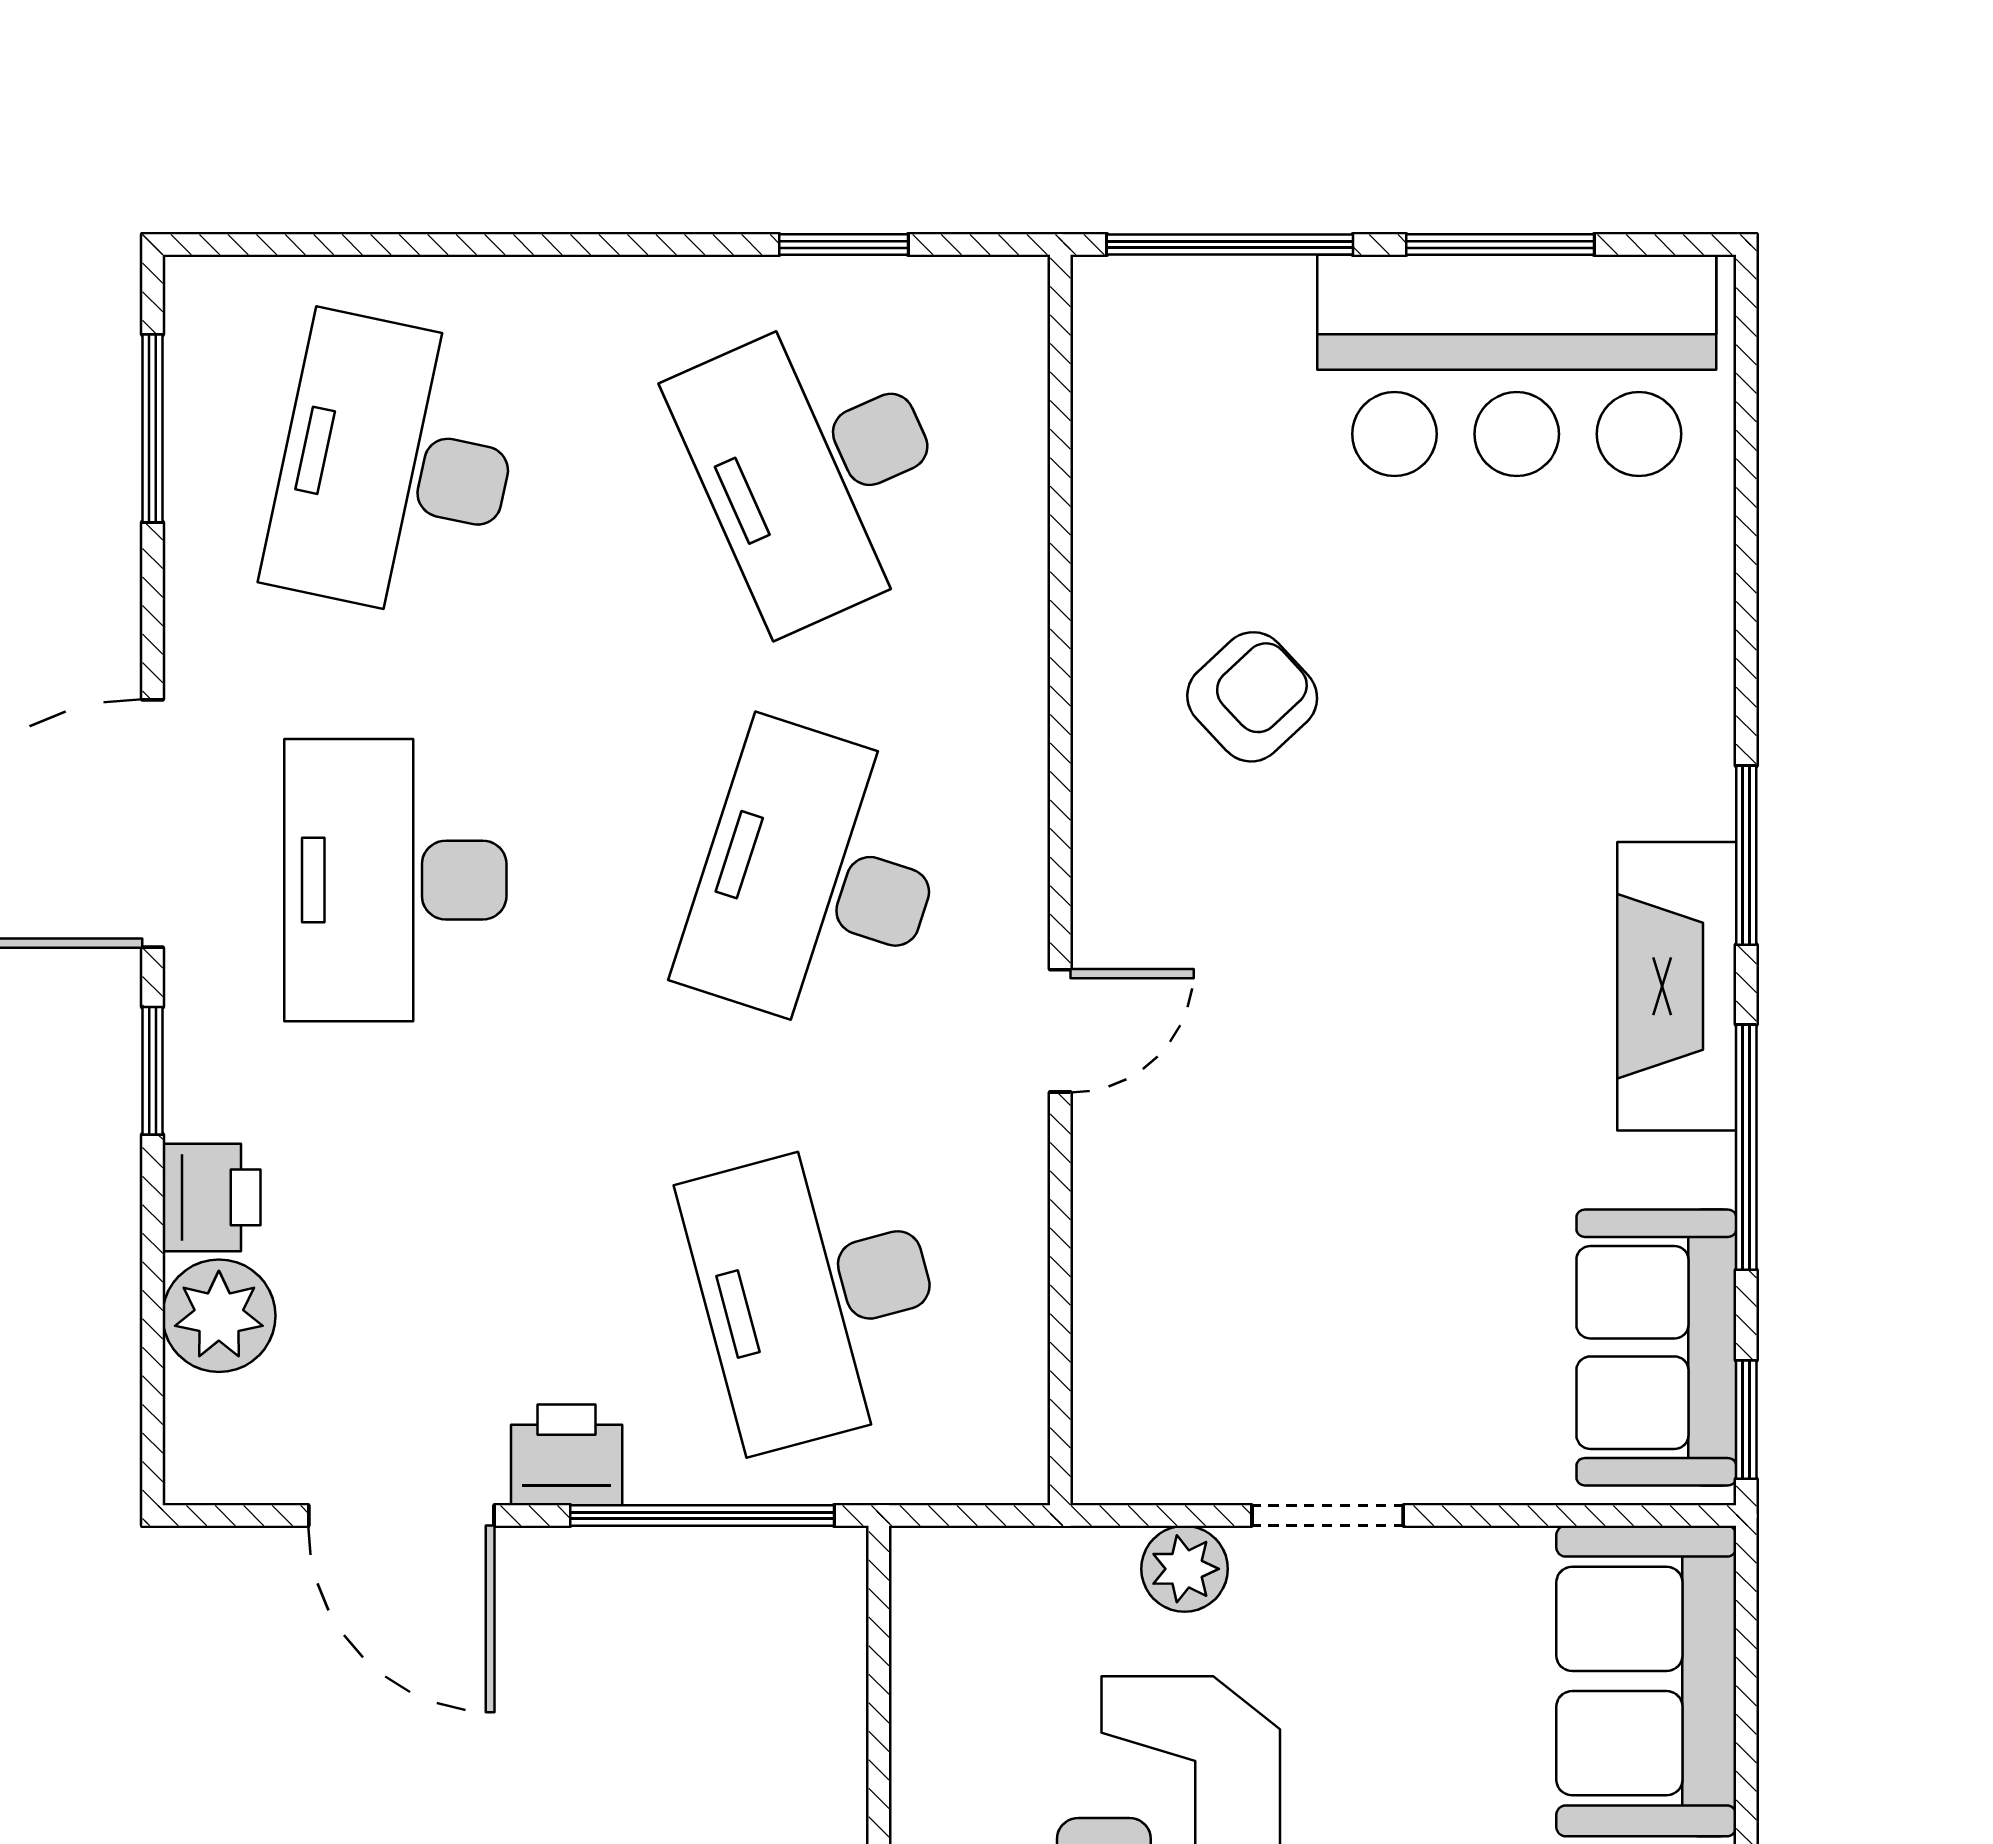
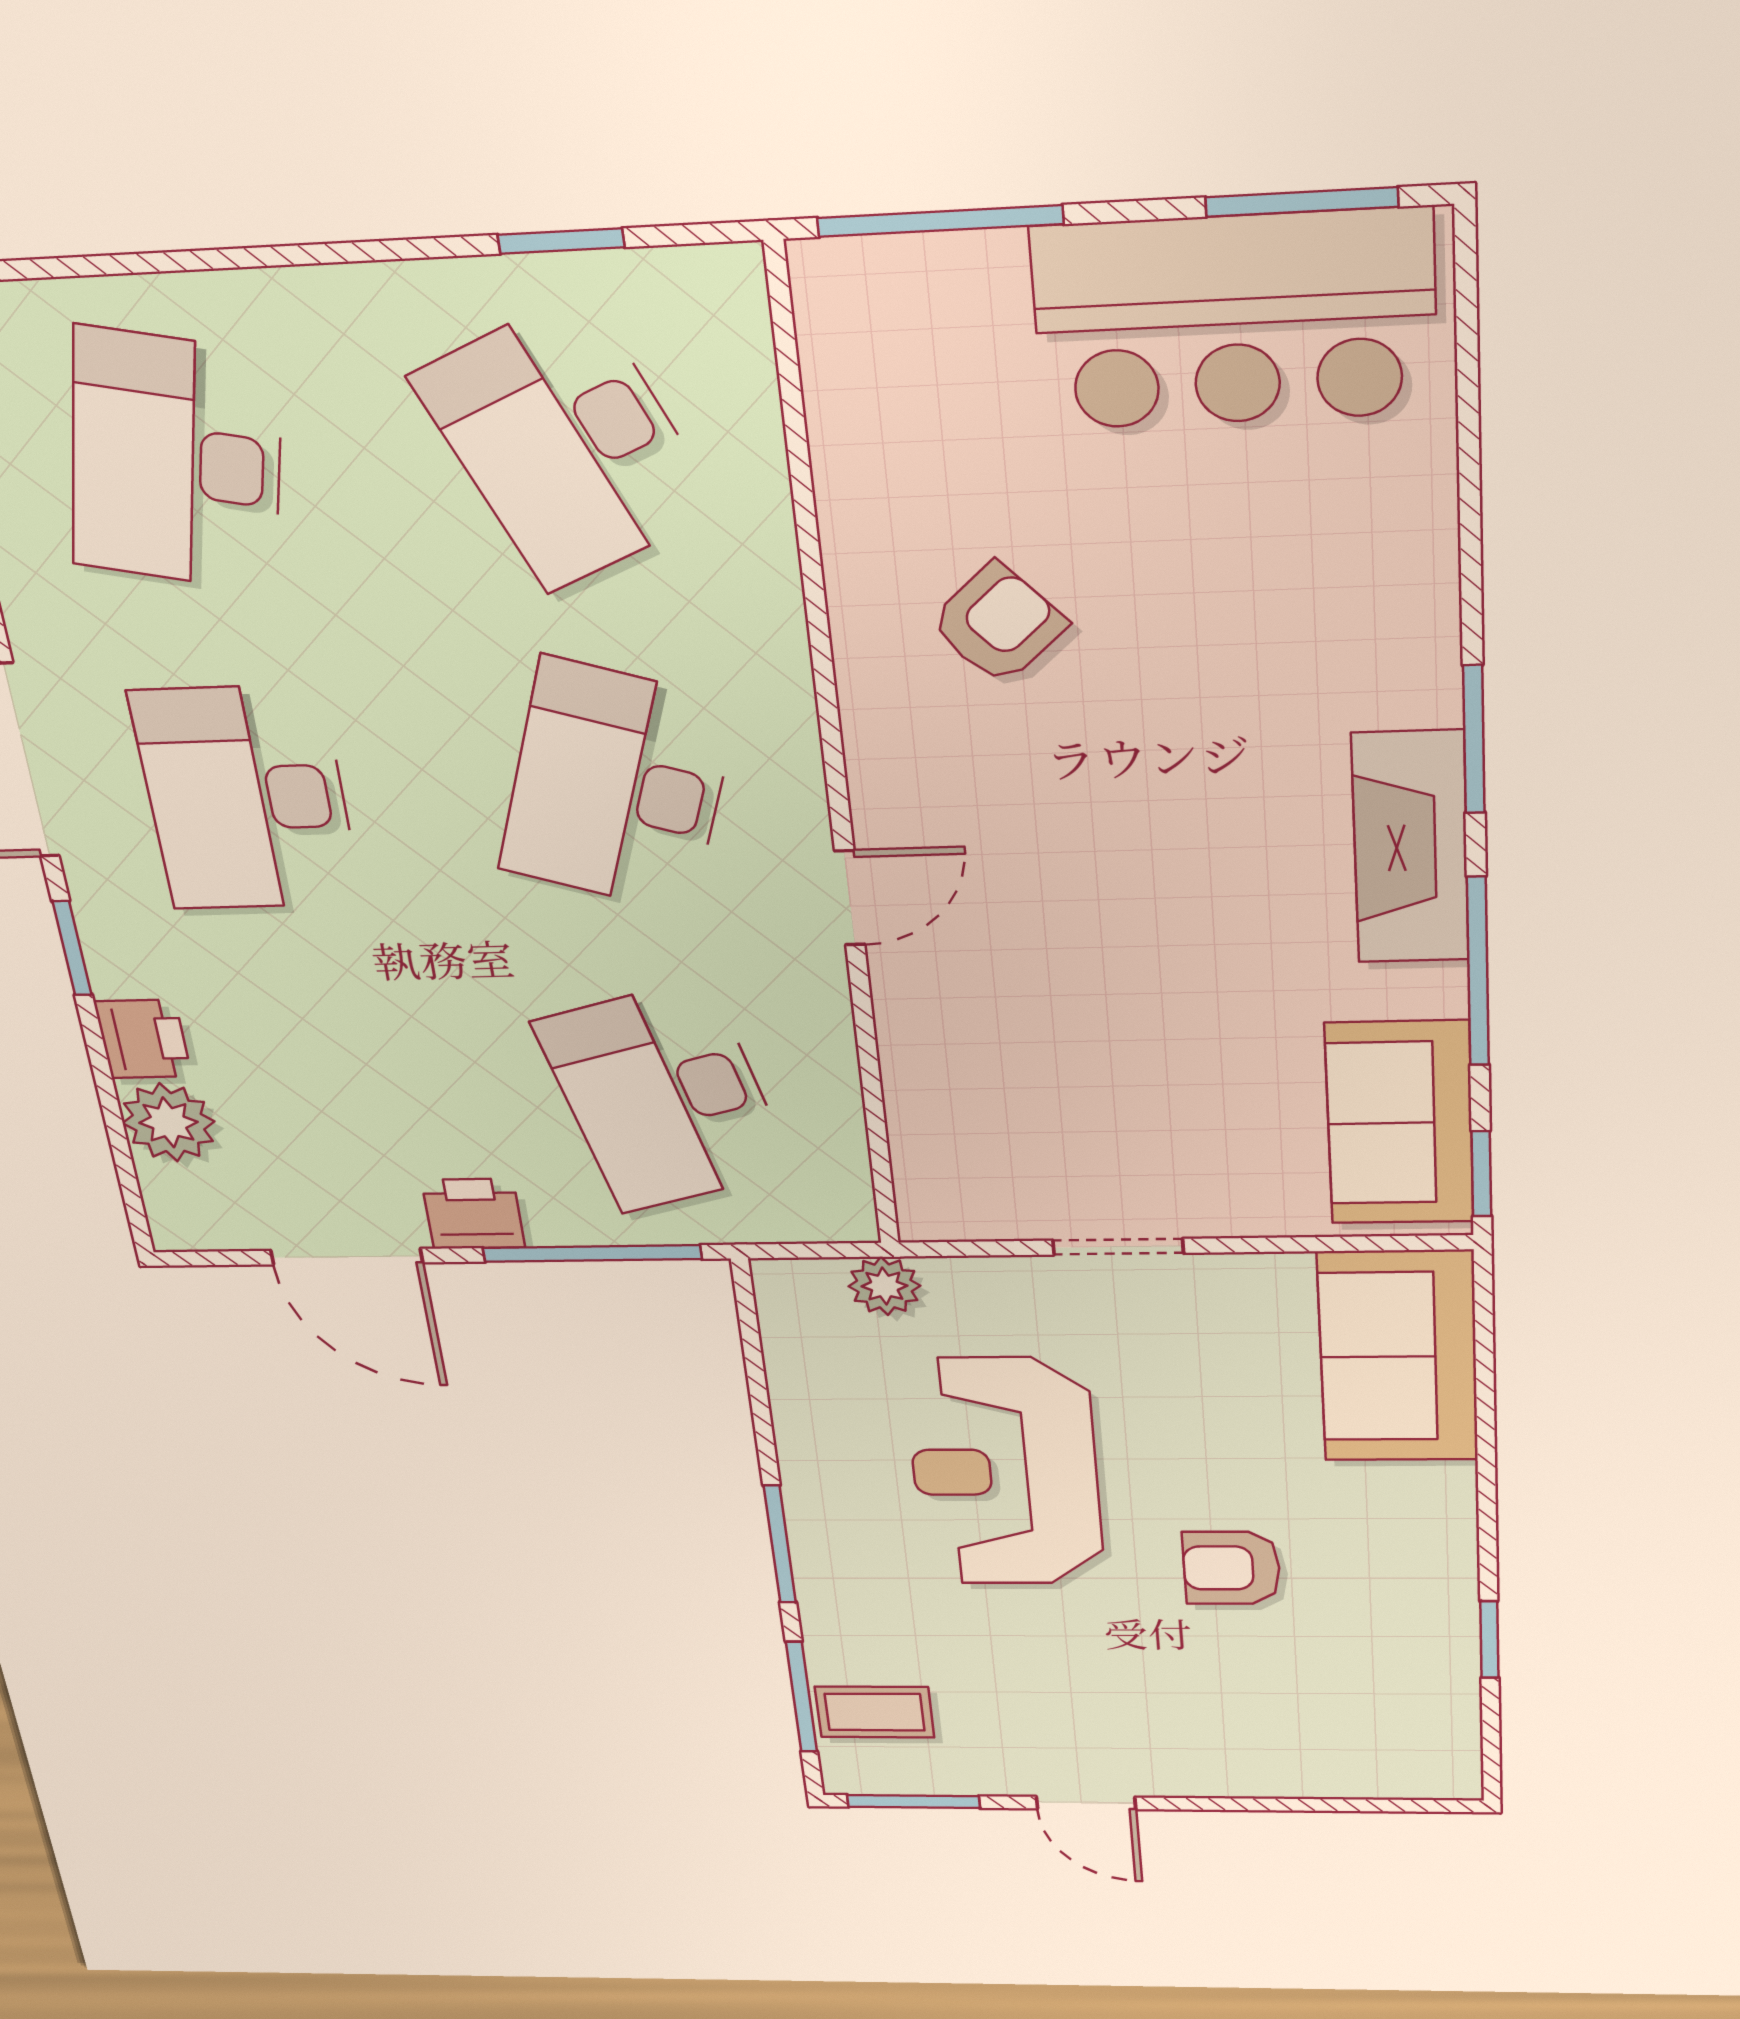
window: (1500, 245) -> (1302, 202), moved
plant: (1185, 1569) -> (884, 1286), moved

